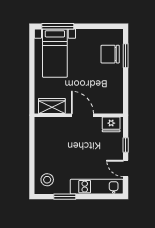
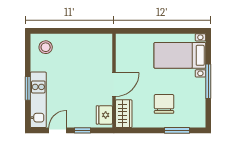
window: (58, 26) -> (208, 81), moved
chair: (110, 54) -> (164, 104), moved
wardrobe: (52, 106) -> (124, 114), moved
window: (65, 197) -> (28, 88), moved

